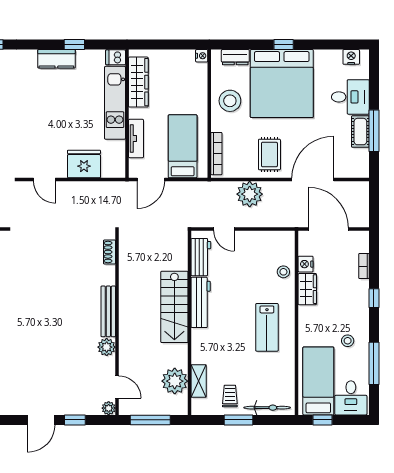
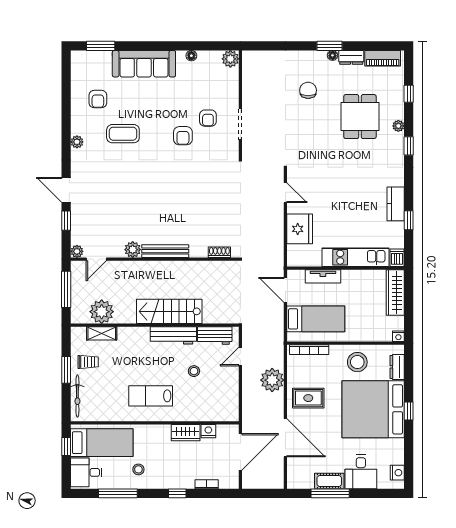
wardrobe: (138, 82) -> (395, 293), moved, turned 90
door: (44, 180) -> (285, 193), swing flipped
stool: (283, 272) -> (194, 371), moved

